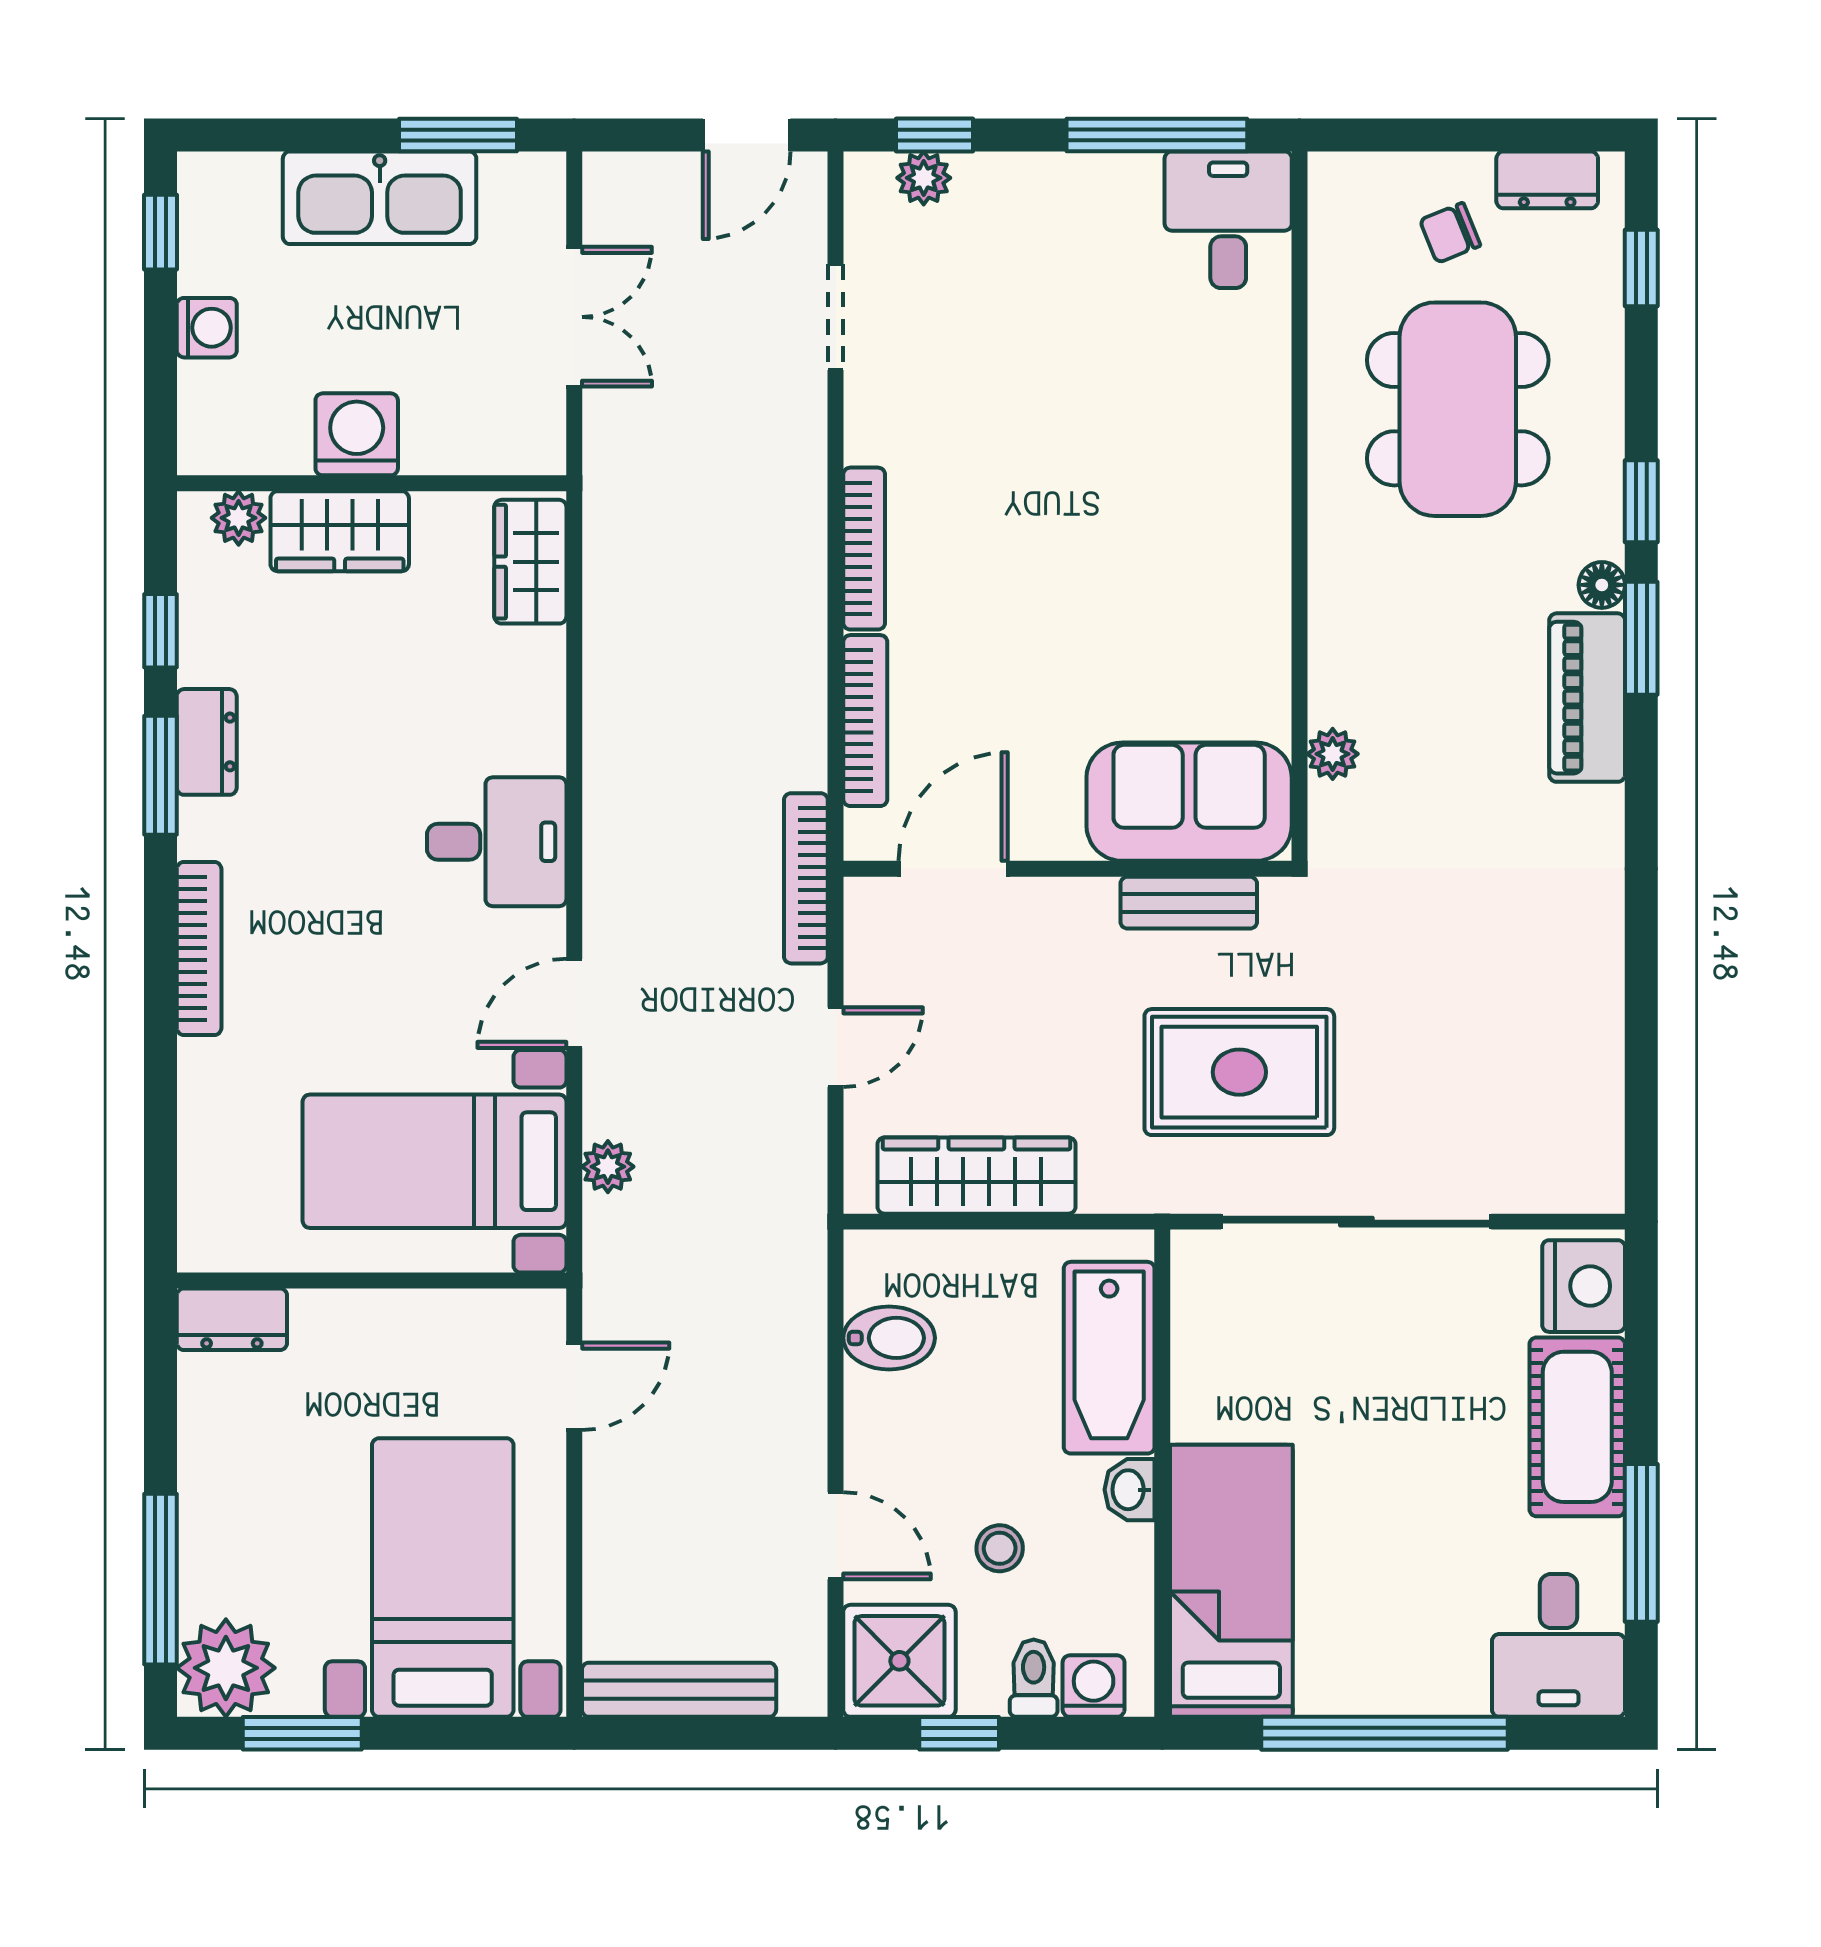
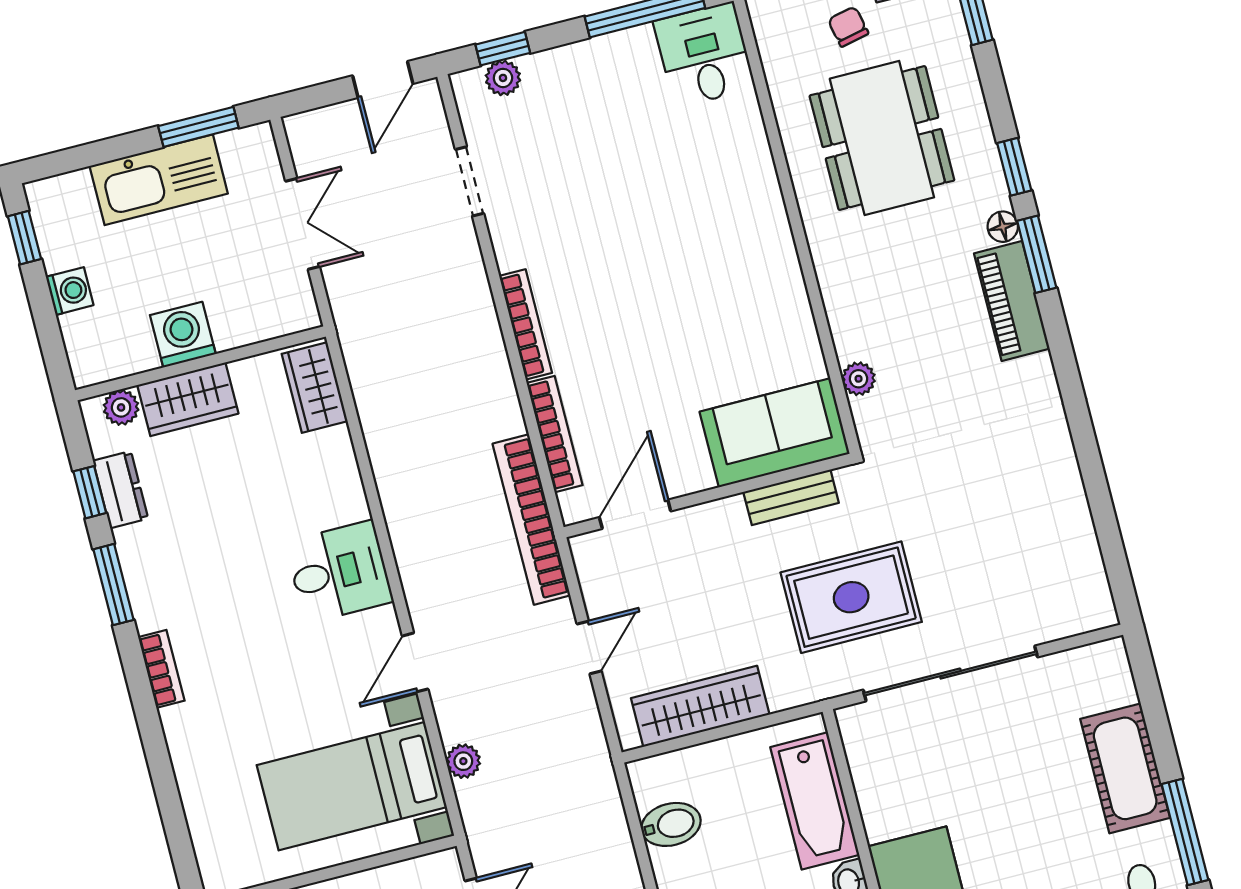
chair: (1450, 233) -> (848, 27), turned 100
dresser: (207, 742) -> (121, 490), moved
bookcase: (806, 878) -> (531, 520), width x1.48, depth x1.31
bookcase: (199, 948) -> (161, 669), width x0.64
nightstand: (1584, 1286) -> (1106, 677), removed

